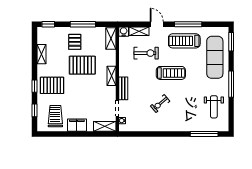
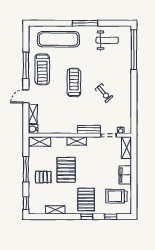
window: (231, 42) -> (43, 23), removed
exercise bike: (146, 53) -> (54, 107), removed
window: (204, 134) -> (134, 50), width x1.46

